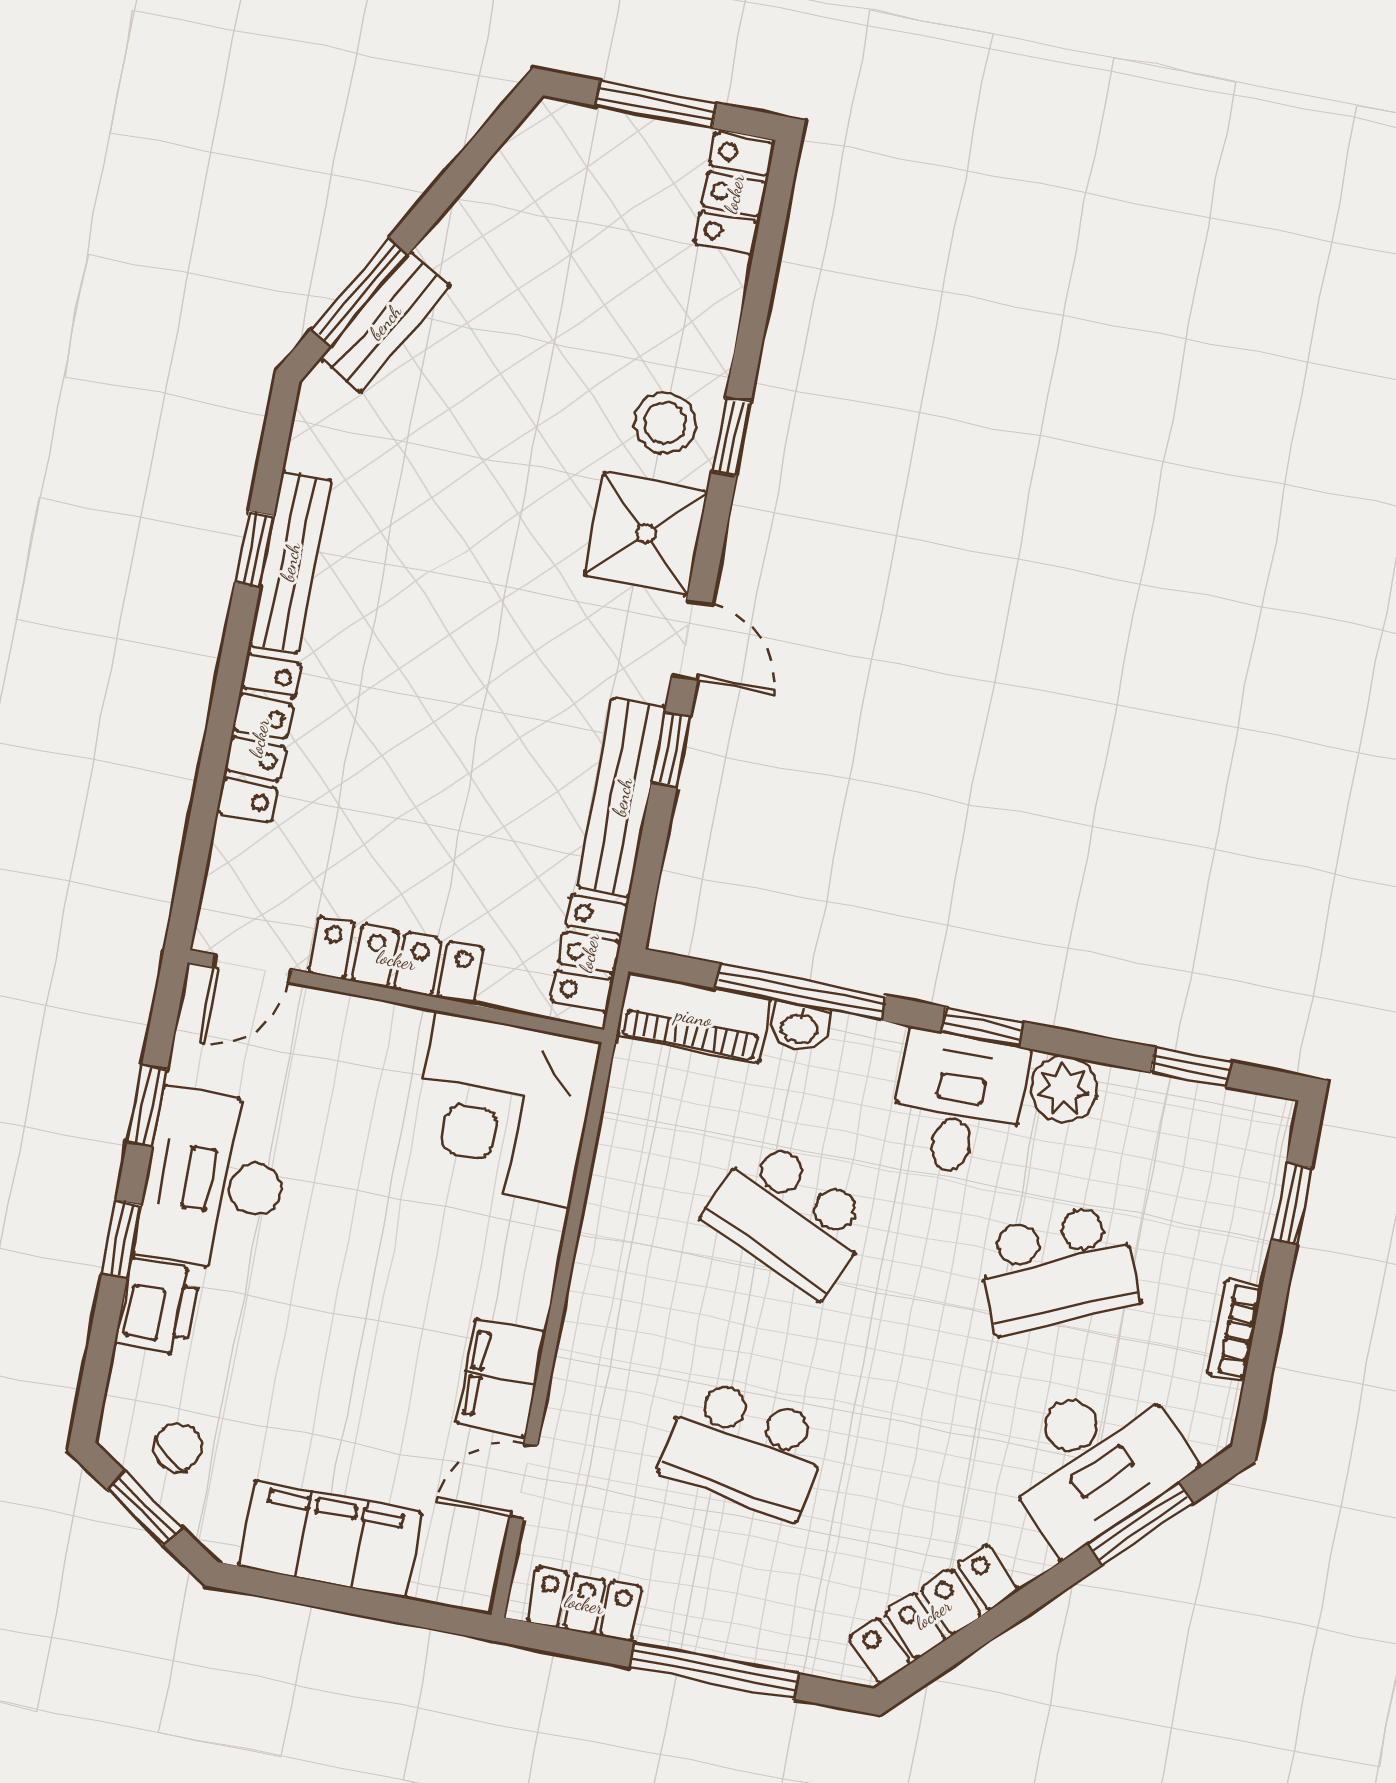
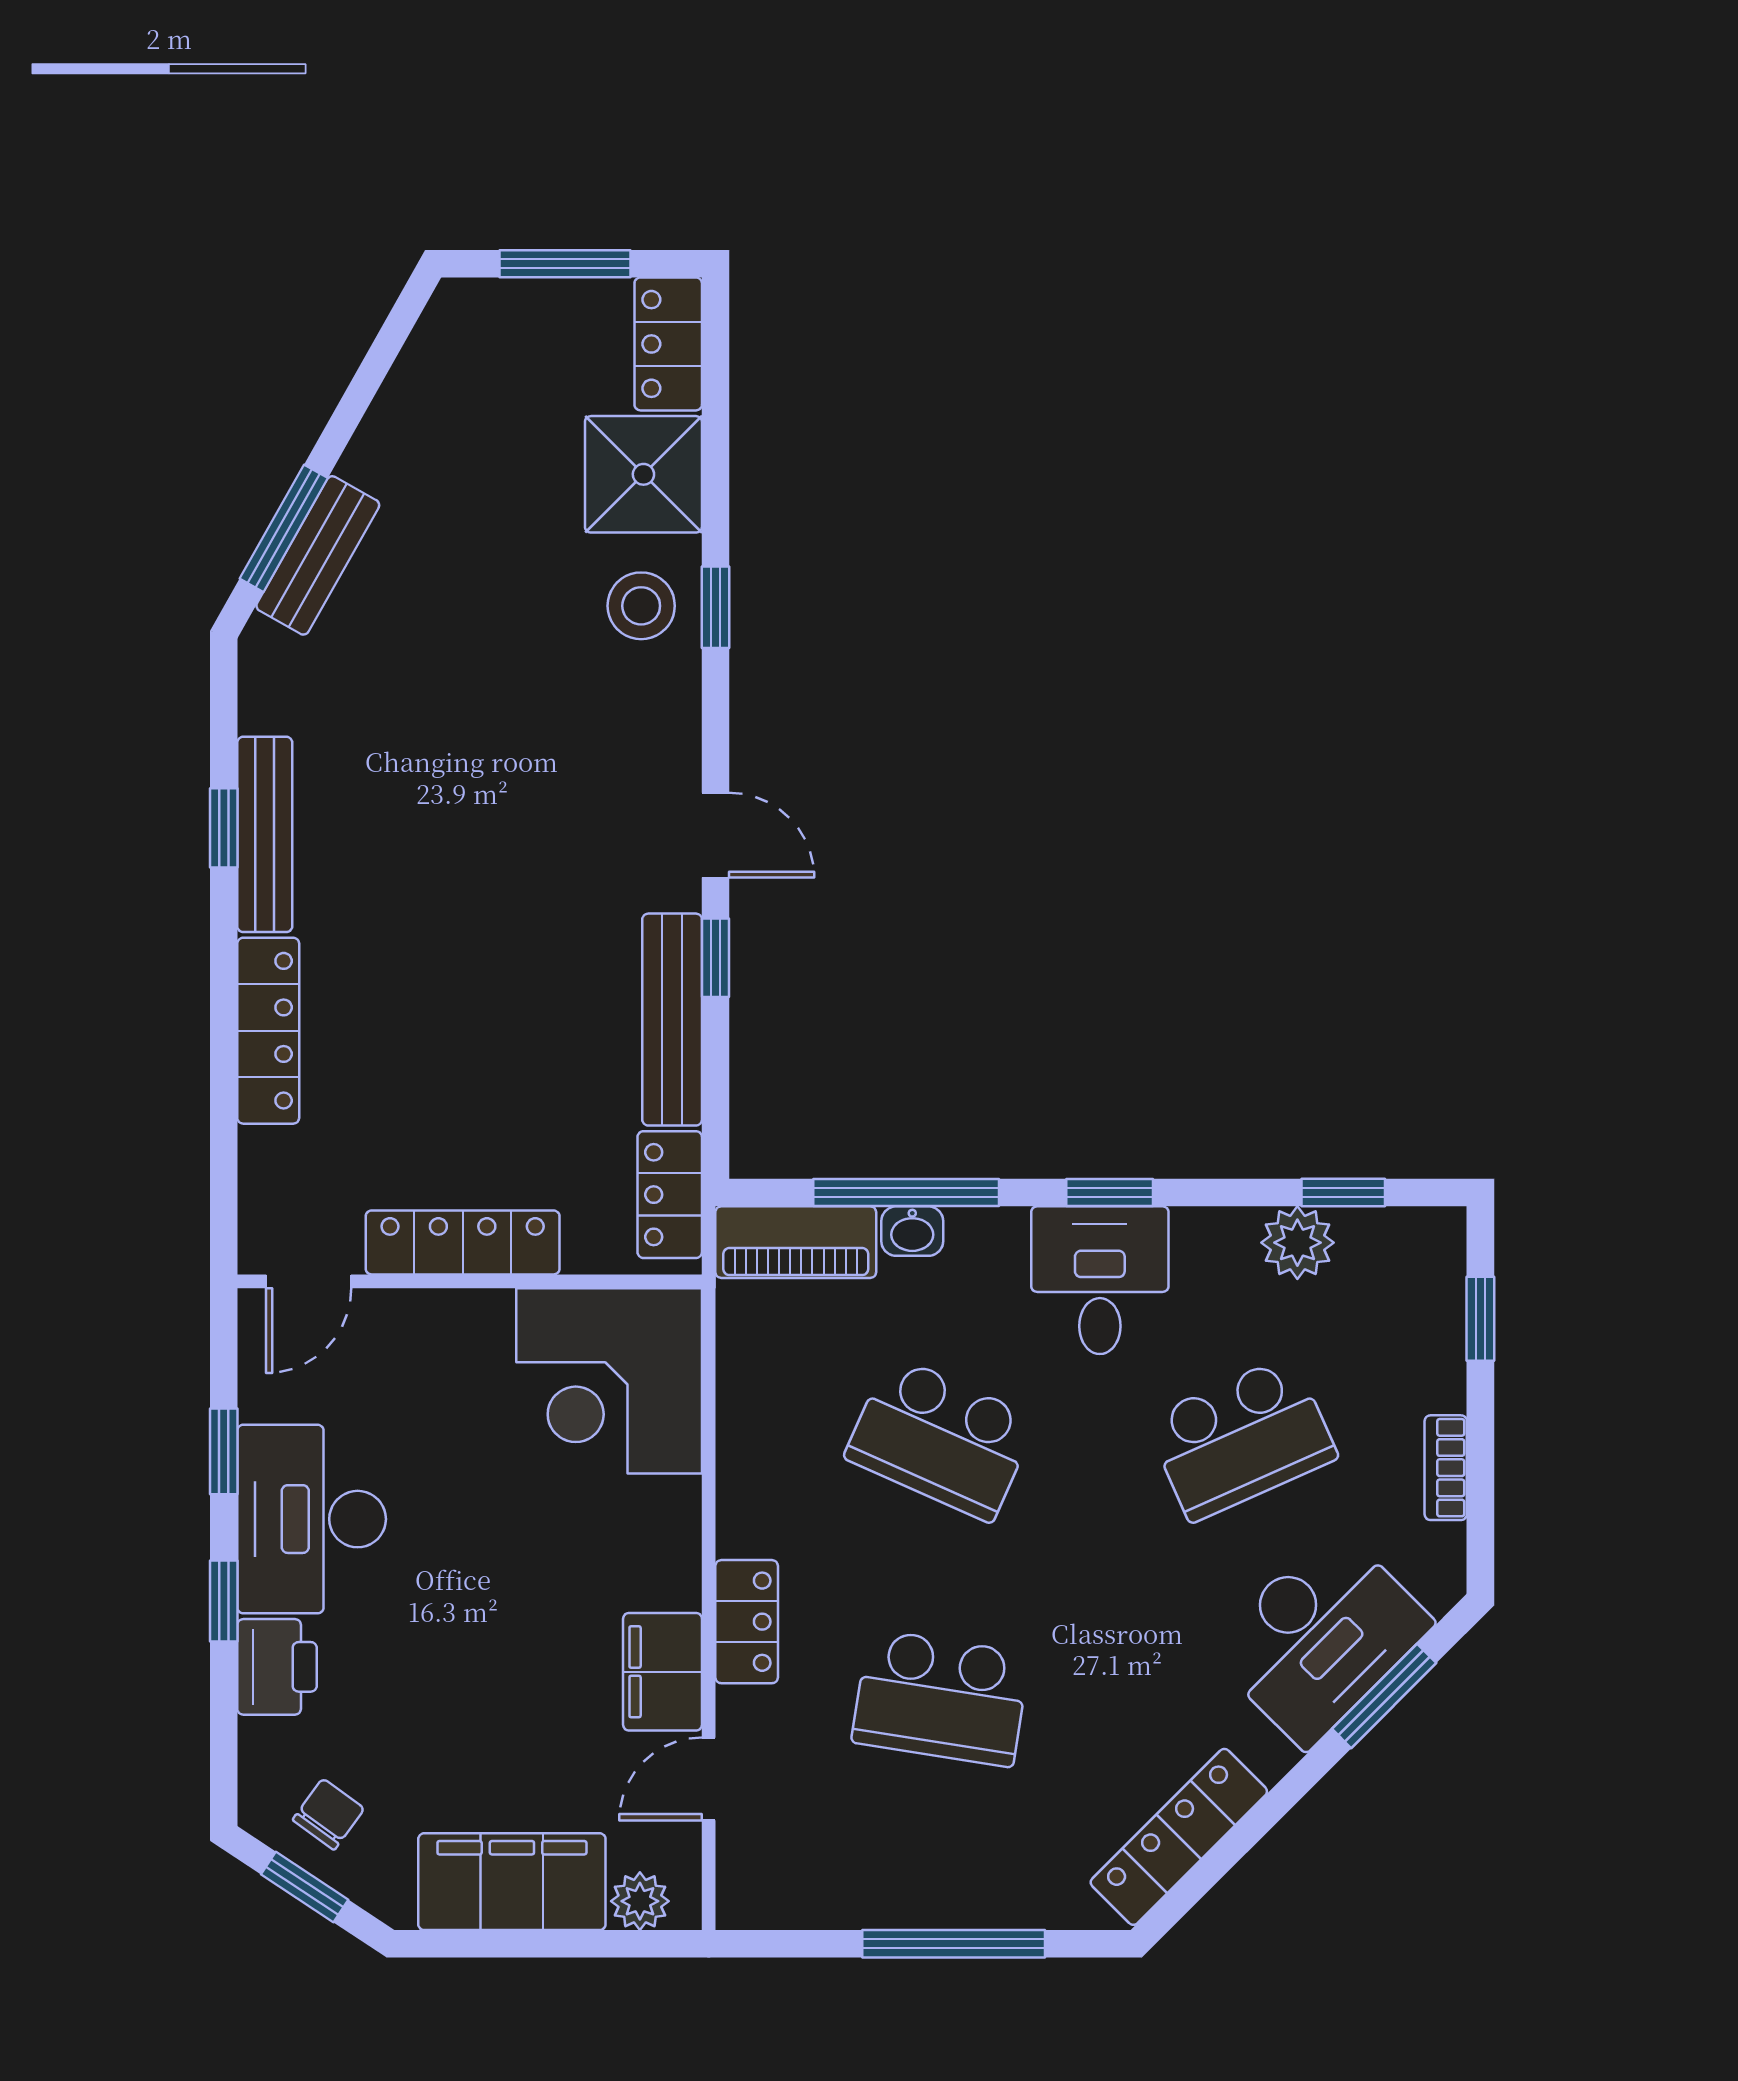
shower: (646, 533) -> (643, 474), moved
plant: (1064, 1089) -> (1297, 1243), moved
plant: (441, 1579) -> (640, 1901), added
locker: (584, 1604) -> (747, 1622), moved, turned 90

